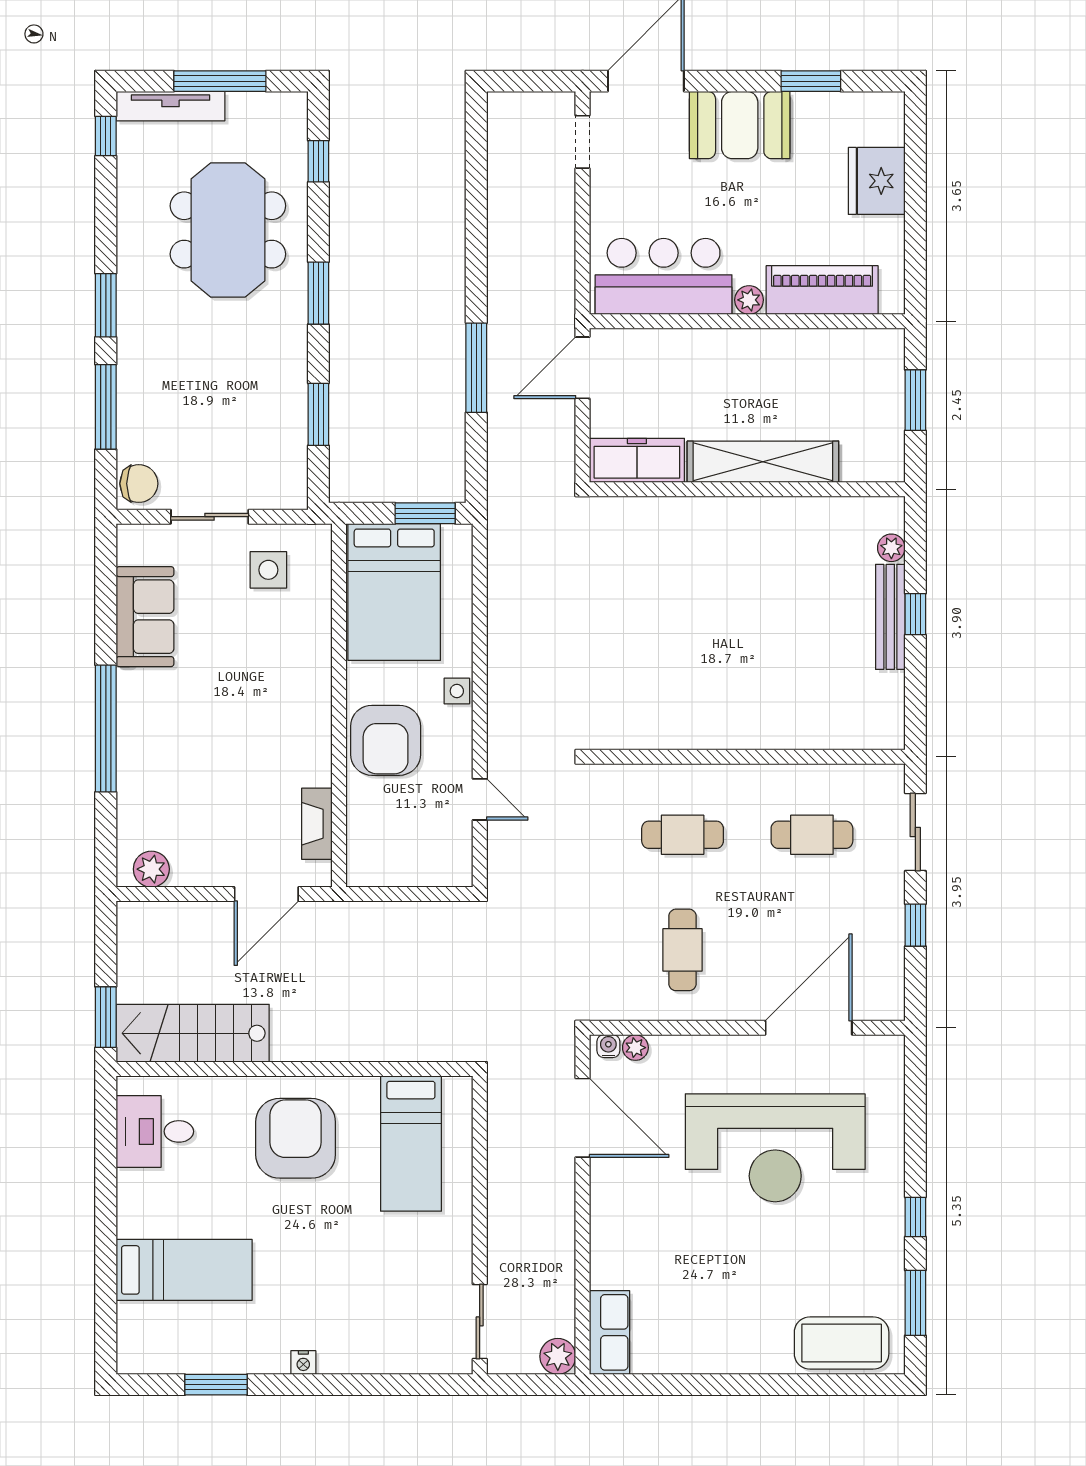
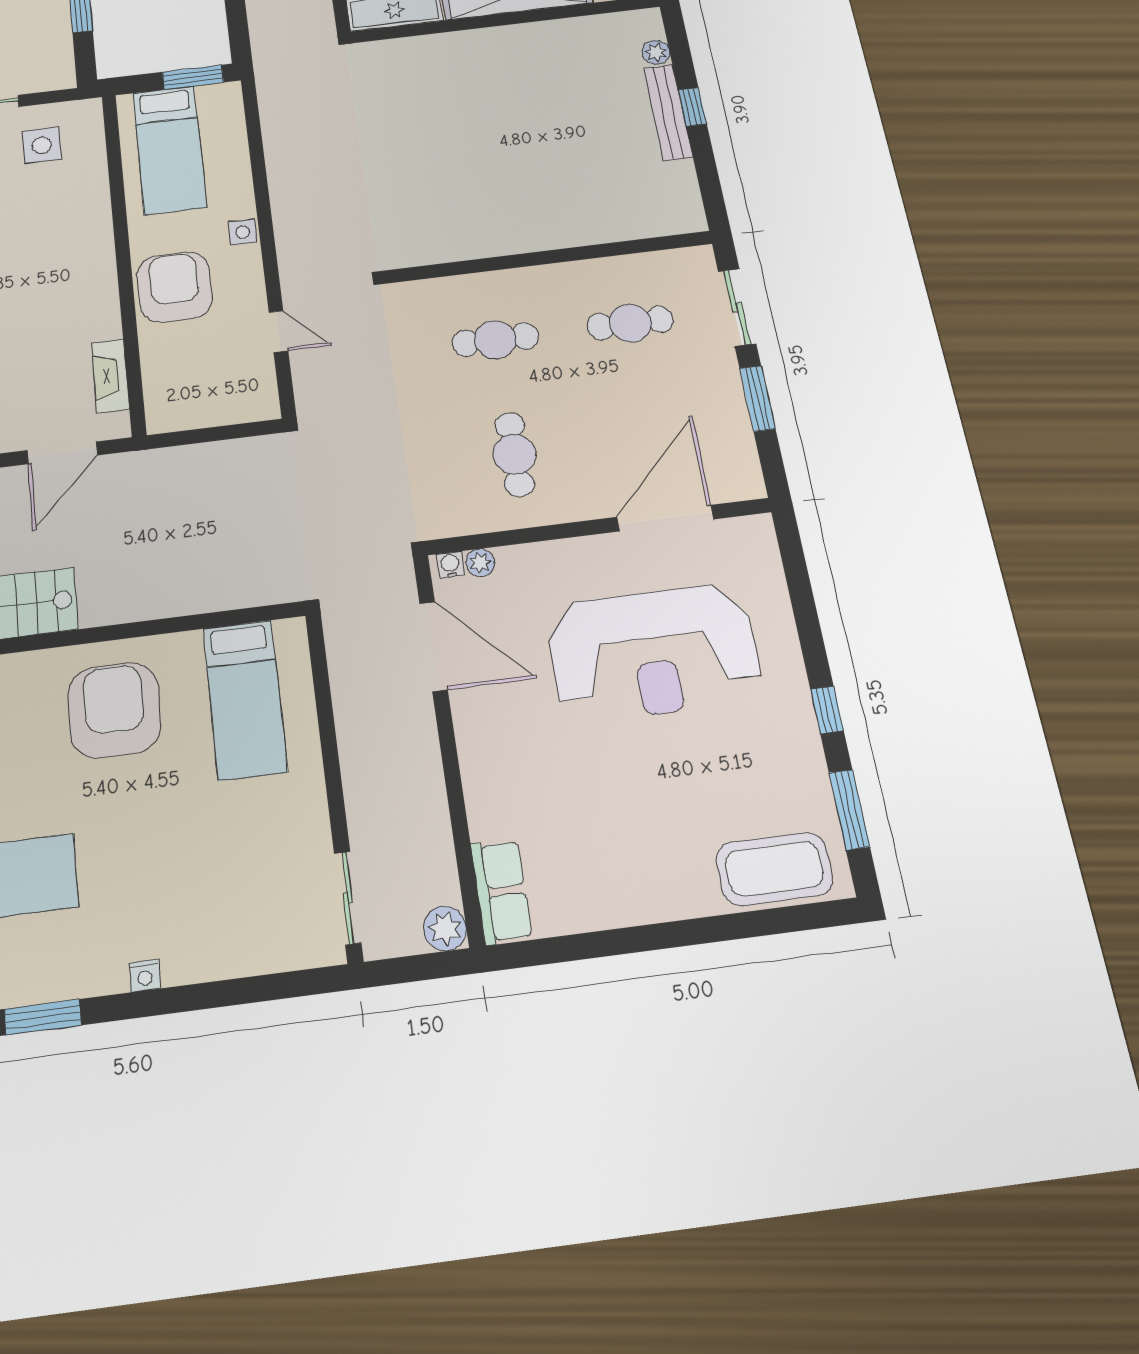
bed: (394, 592) -> (169, 150), width x0.67
armchair: (386, 740) -> (175, 287), turned 180
window: (915, 925) -> (757, 398), width x1.50

